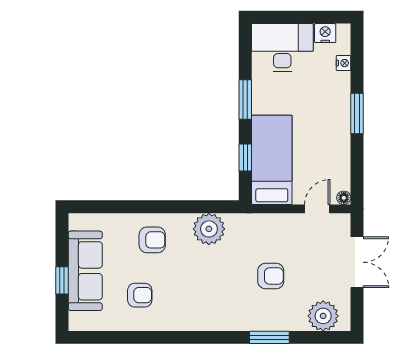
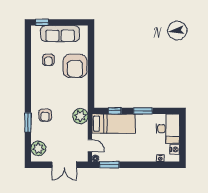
window: (357, 113) -> (109, 165), moved
plant: (209, 229) -> (80, 116), moved
armchair: (152, 240) -> (75, 66), width x1.88, depth x1.88
armchair: (271, 276) -> (45, 115), moved
window: (62, 280) -> (42, 22), moved

